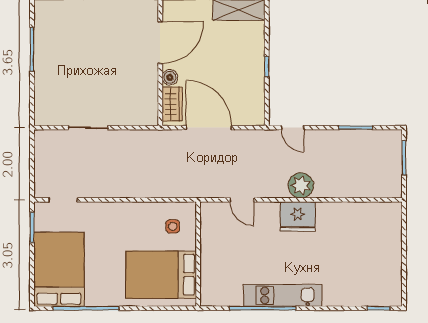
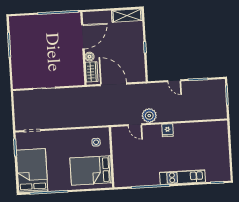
door: (293, 128) -> (174, 81), moved
plant: (301, 185) -> (149, 116), moved
fridge: (298, 217) -> (167, 130), width x0.53, depth x0.75
kitchen unit: (283, 295) -> (182, 177), moved

